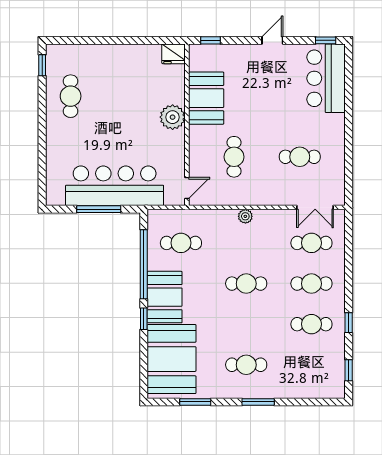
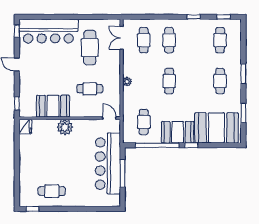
bar counter: (326, 78) -> (48, 31), width x1.36
cafe table: (300, 157) -> (90, 48), width x1.37, depth x1.35
double door: (315, 207) -> (121, 38), swing flipped
cafe table: (311, 324) -> (220, 40), moved

